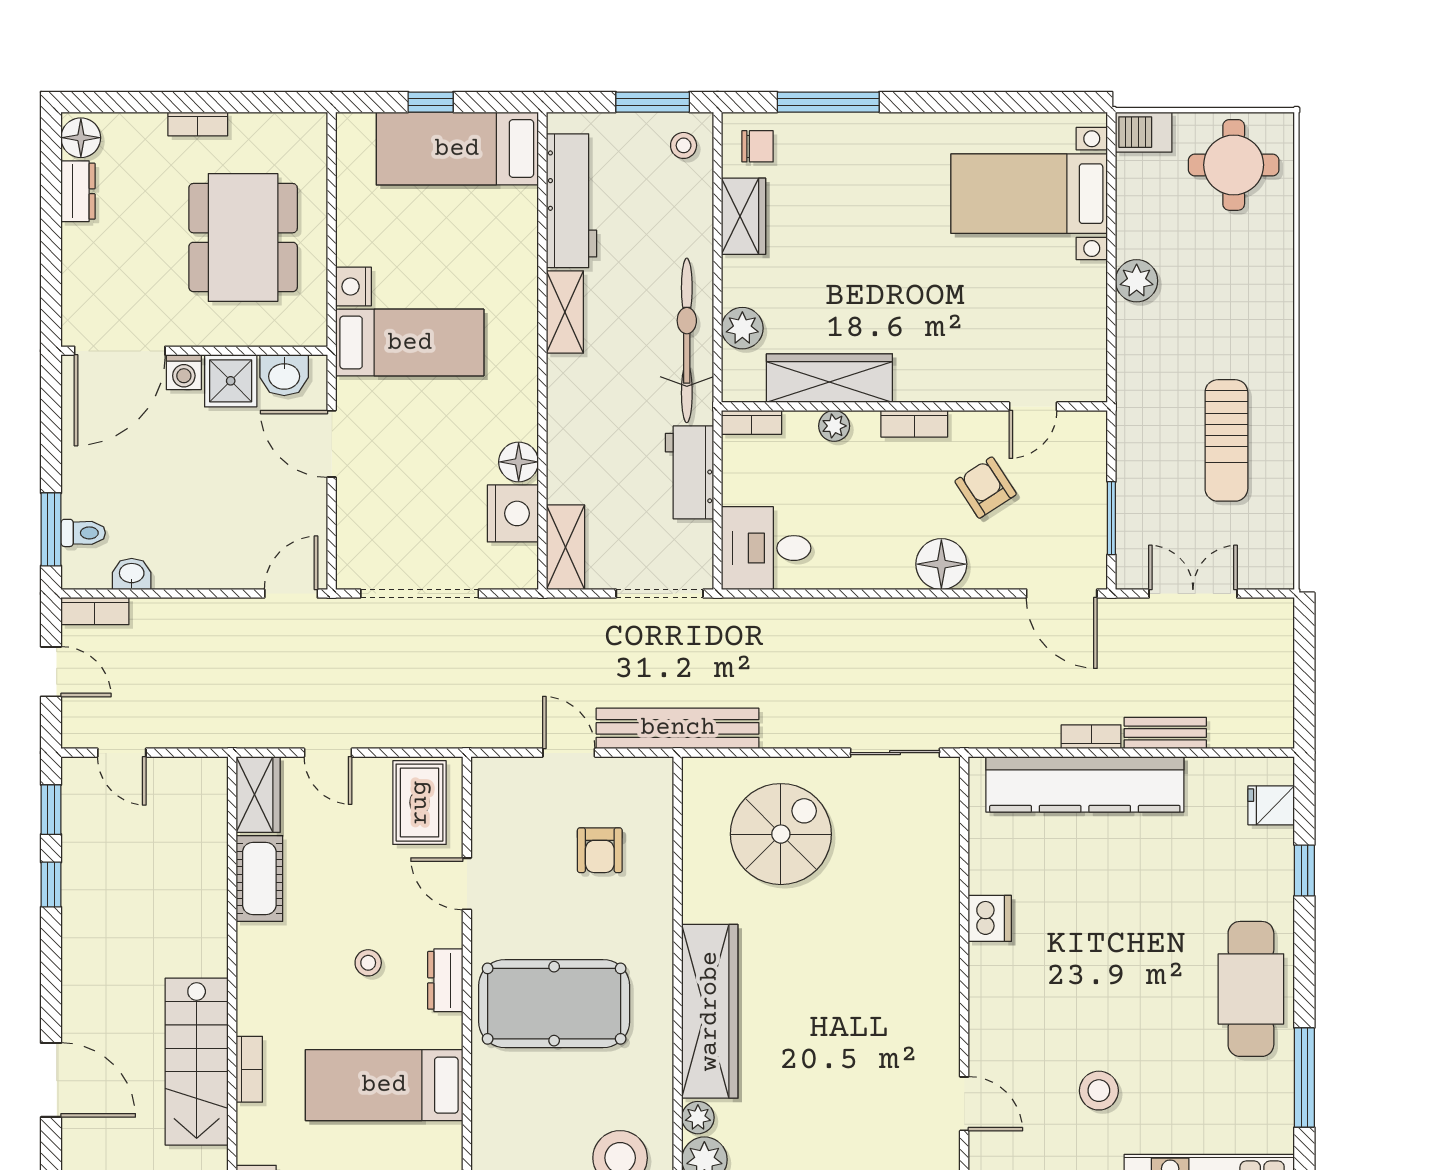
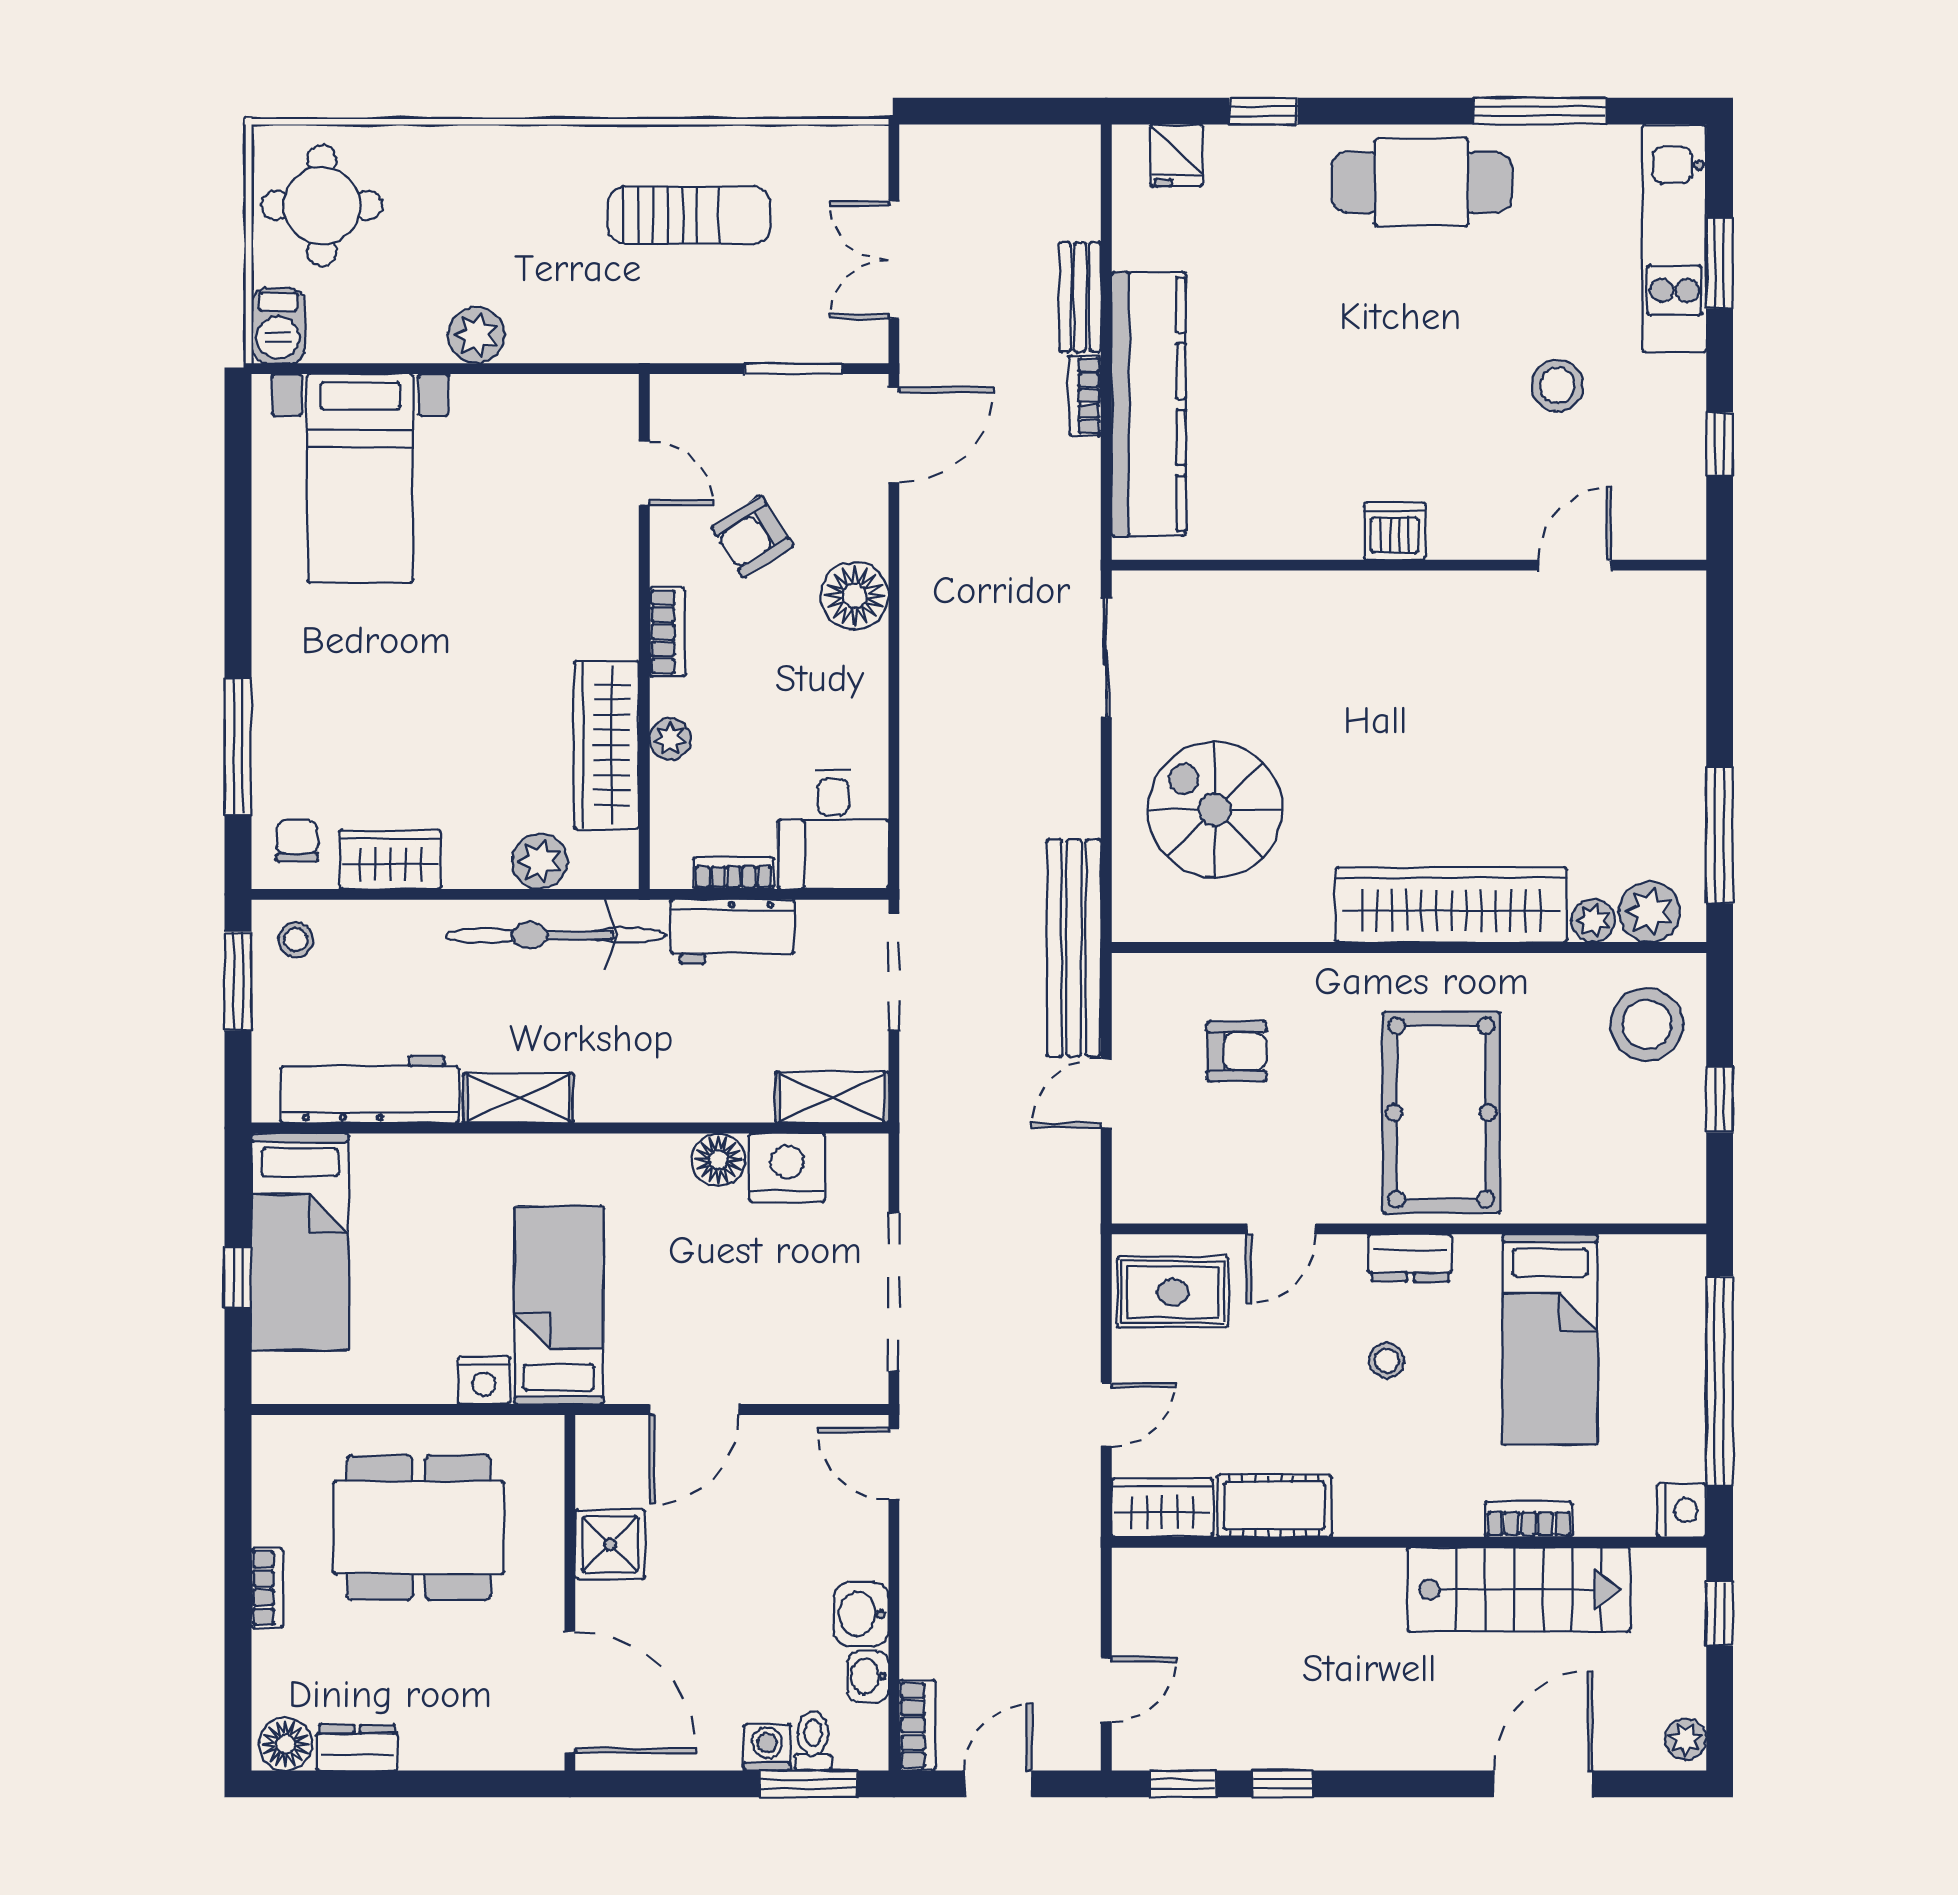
washing machine: (184, 372) -> (767, 1747), moved, turned -90
washbasin: (284, 375) -> (861, 1614), moved, turned 180
bookcase: (752, 422) -> (734, 873), moved, turned -90
dishwasher: (990, 918) -> (1395, 531), moved

